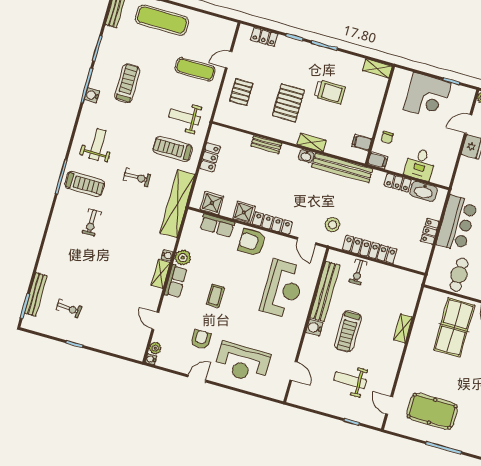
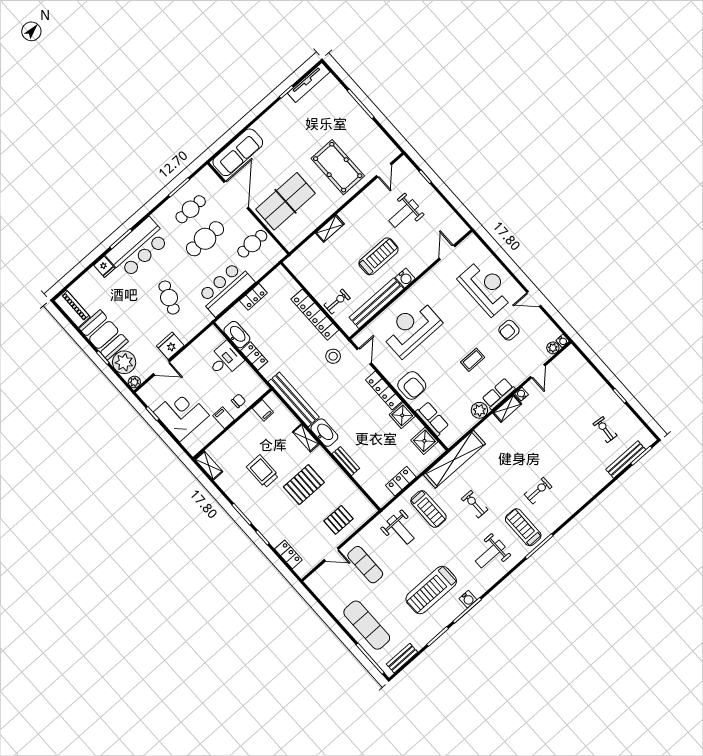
treadmill: (127, 83) -> (431, 590), width x1.37, depth x1.38
washbasin: (306, 156) -> (324, 433), width x1.91, depth x1.45
filing cabinet: (378, 161) -> (224, 418), moved
water cooler: (167, 255) -> (522, 394), moved
weight bench: (350, 380) -> (404, 213), turned 90
pool table: (432, 411) -> (338, 167), moved

